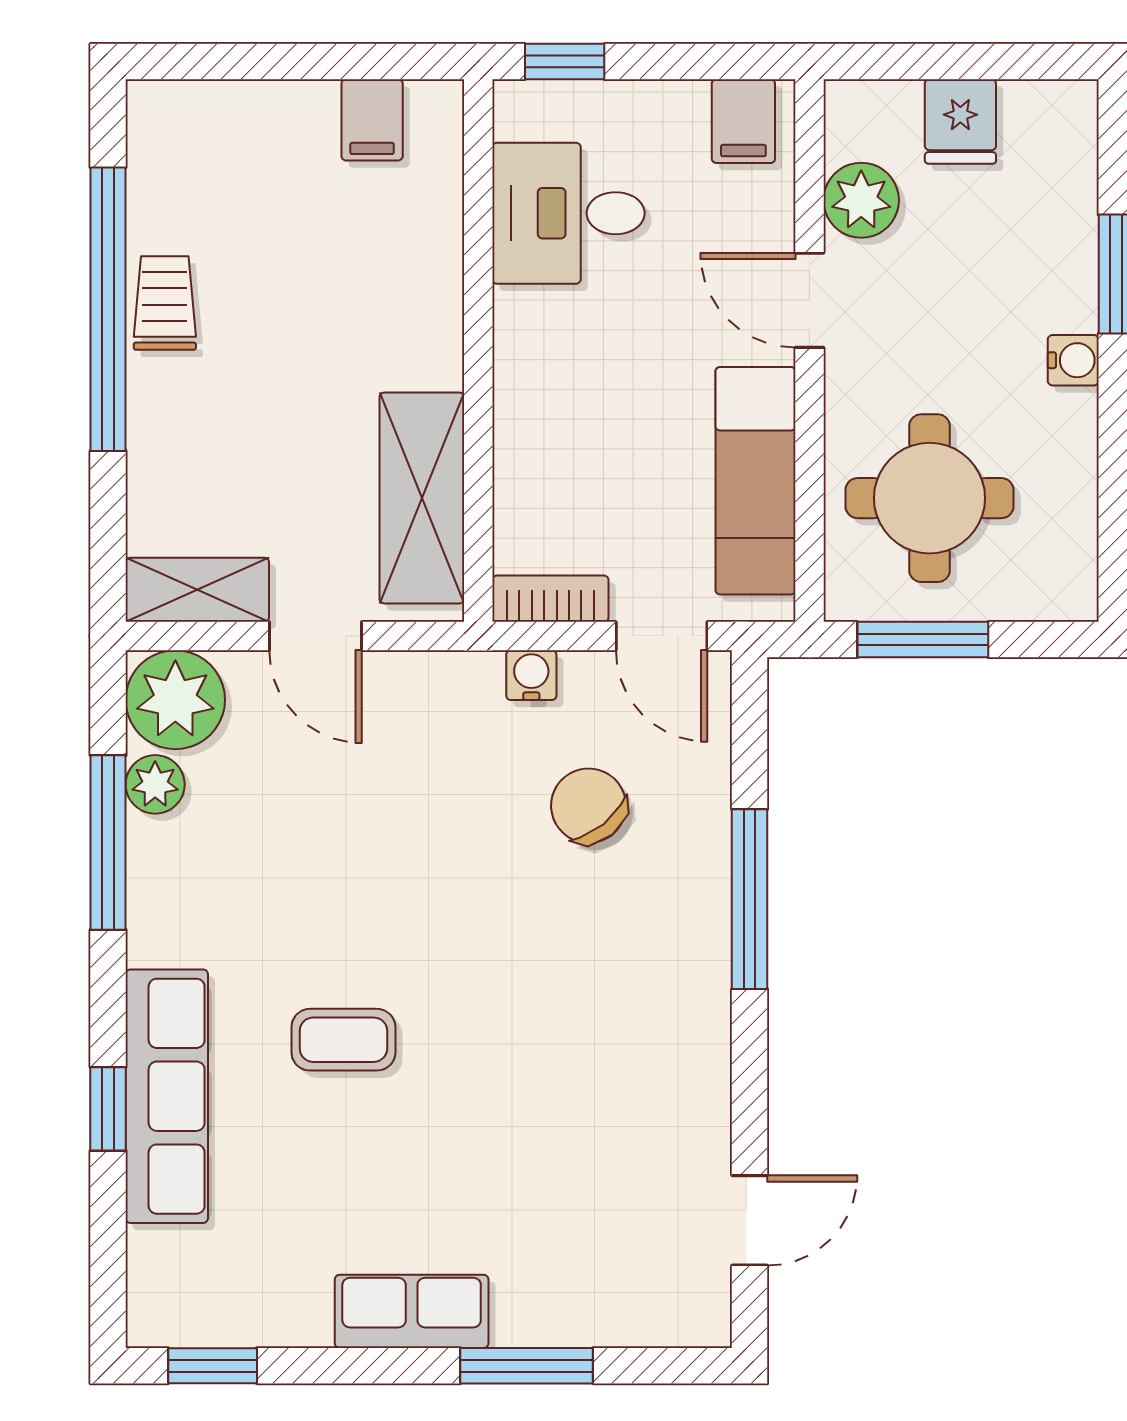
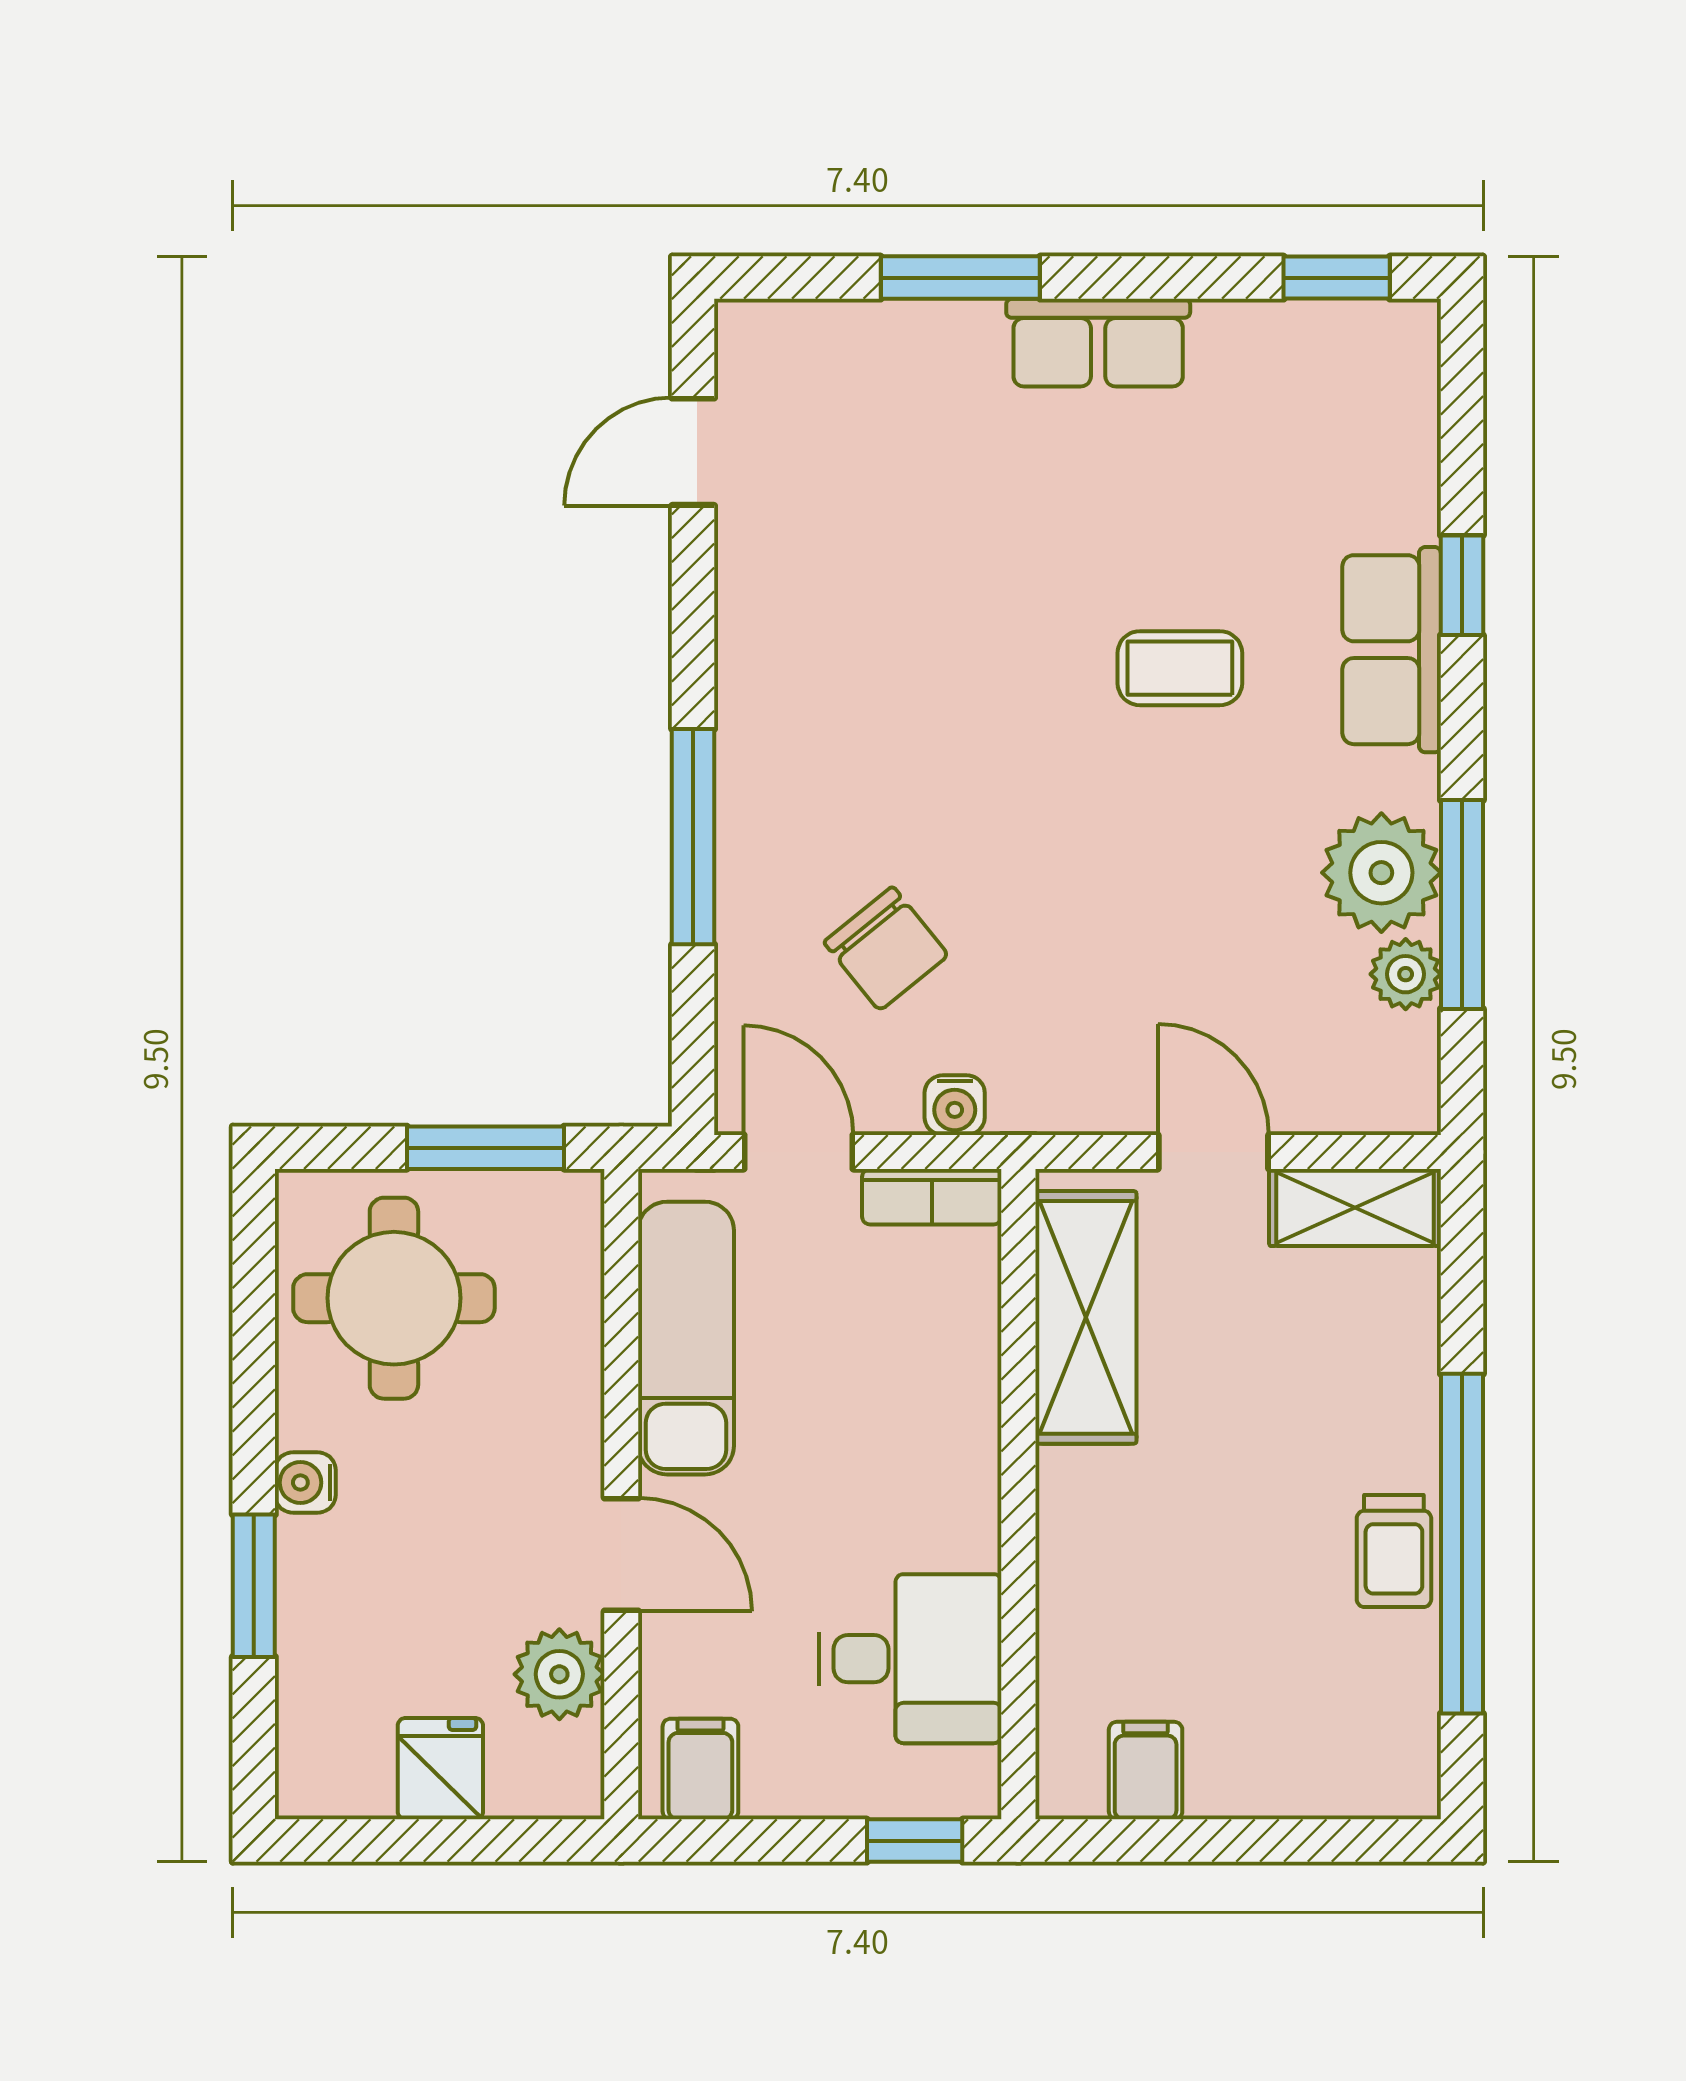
round table: (930, 498) -> (394, 1298), moved
plant: (175, 700) -> (1381, 873), moved
row of seats: (167, 1096) -> (1392, 650), width x0.68

